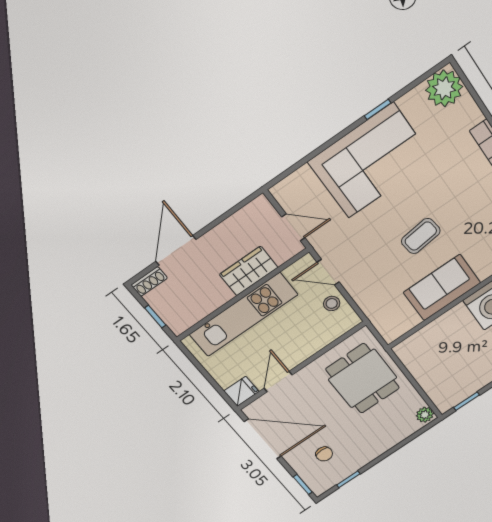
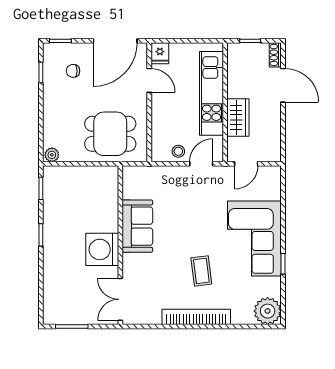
coffee table: (421, 236) -> (201, 271), moved

